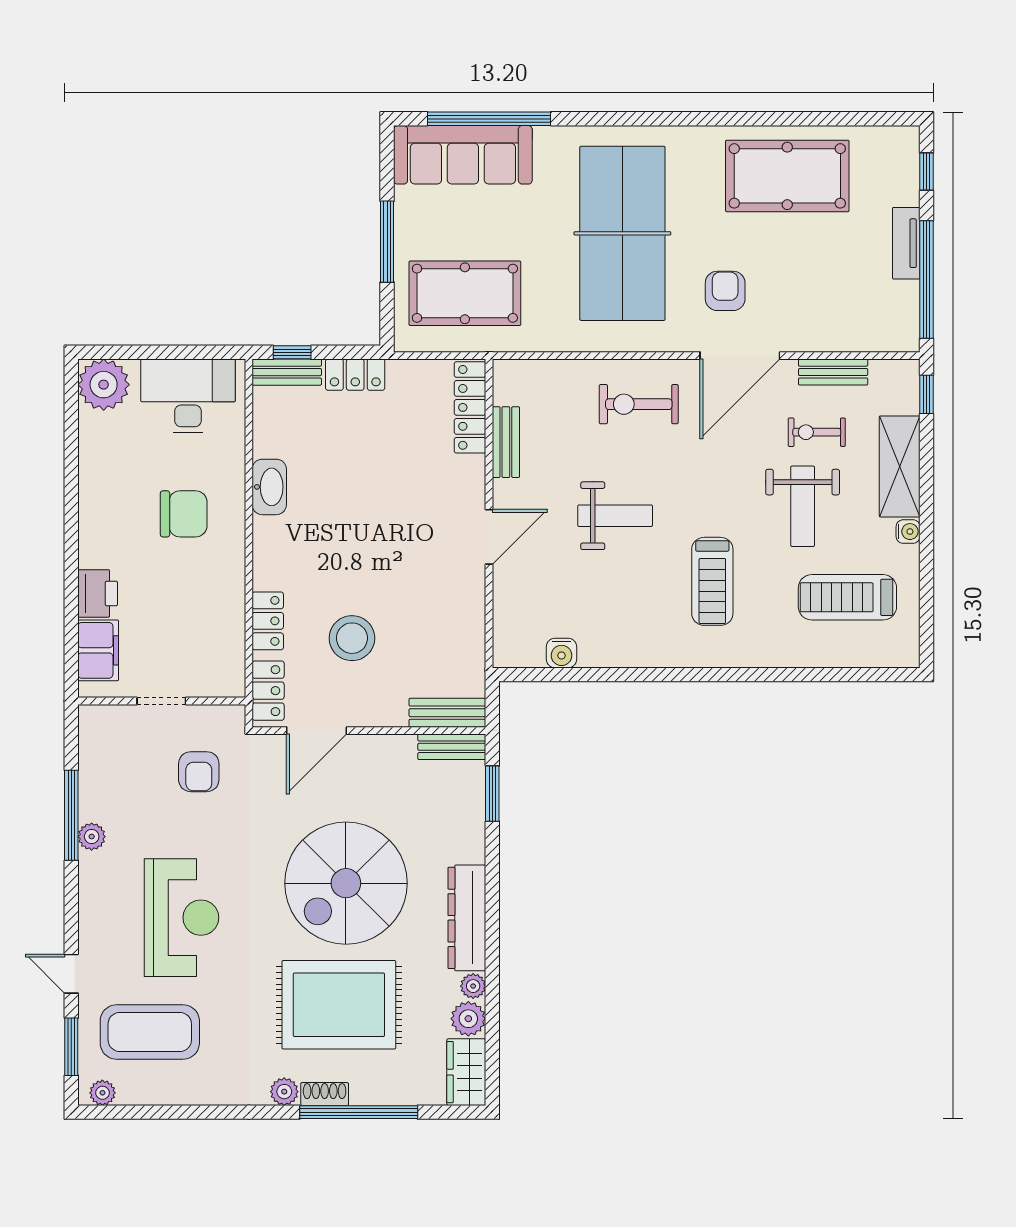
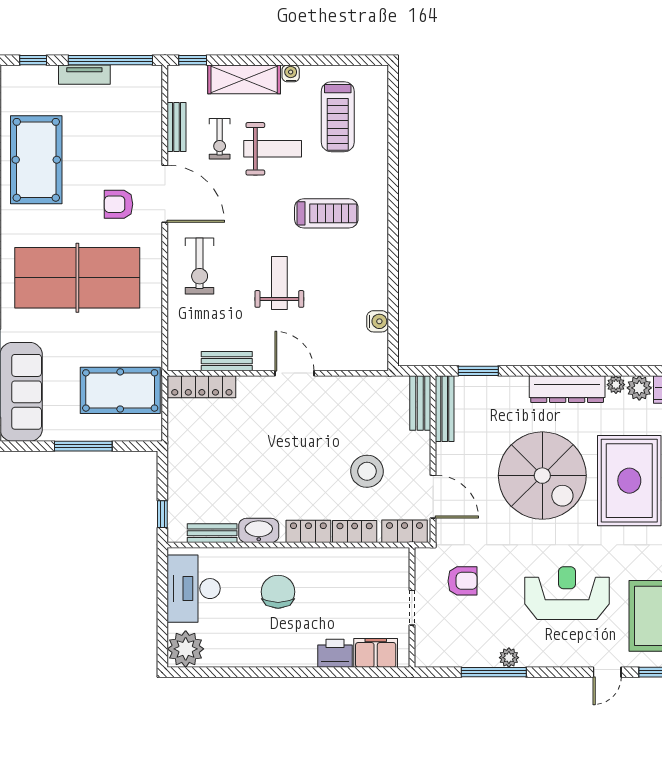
pool table: (465, 293) -> (120, 390), turned 90
bench: (287, 372) -> (212, 533), moved, turned 90
locker: (355, 375) -> (308, 531), moved, turned -90
bench: (452, 747) -> (445, 409), width x1.36

